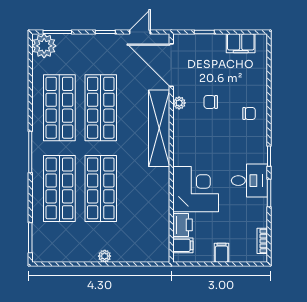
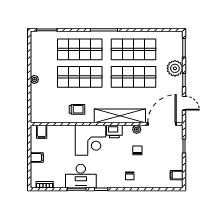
filing cabinet: (241, 43) -> (177, 175), width x0.50
plant: (44, 46) -> (175, 68), moved
desk: (249, 181) -> (81, 176), width x1.37
corner desk: (196, 189) -> (91, 140), moved
trolley: (149, 193) -> (77, 109), added
printer: (182, 225) -> (114, 131), moved

